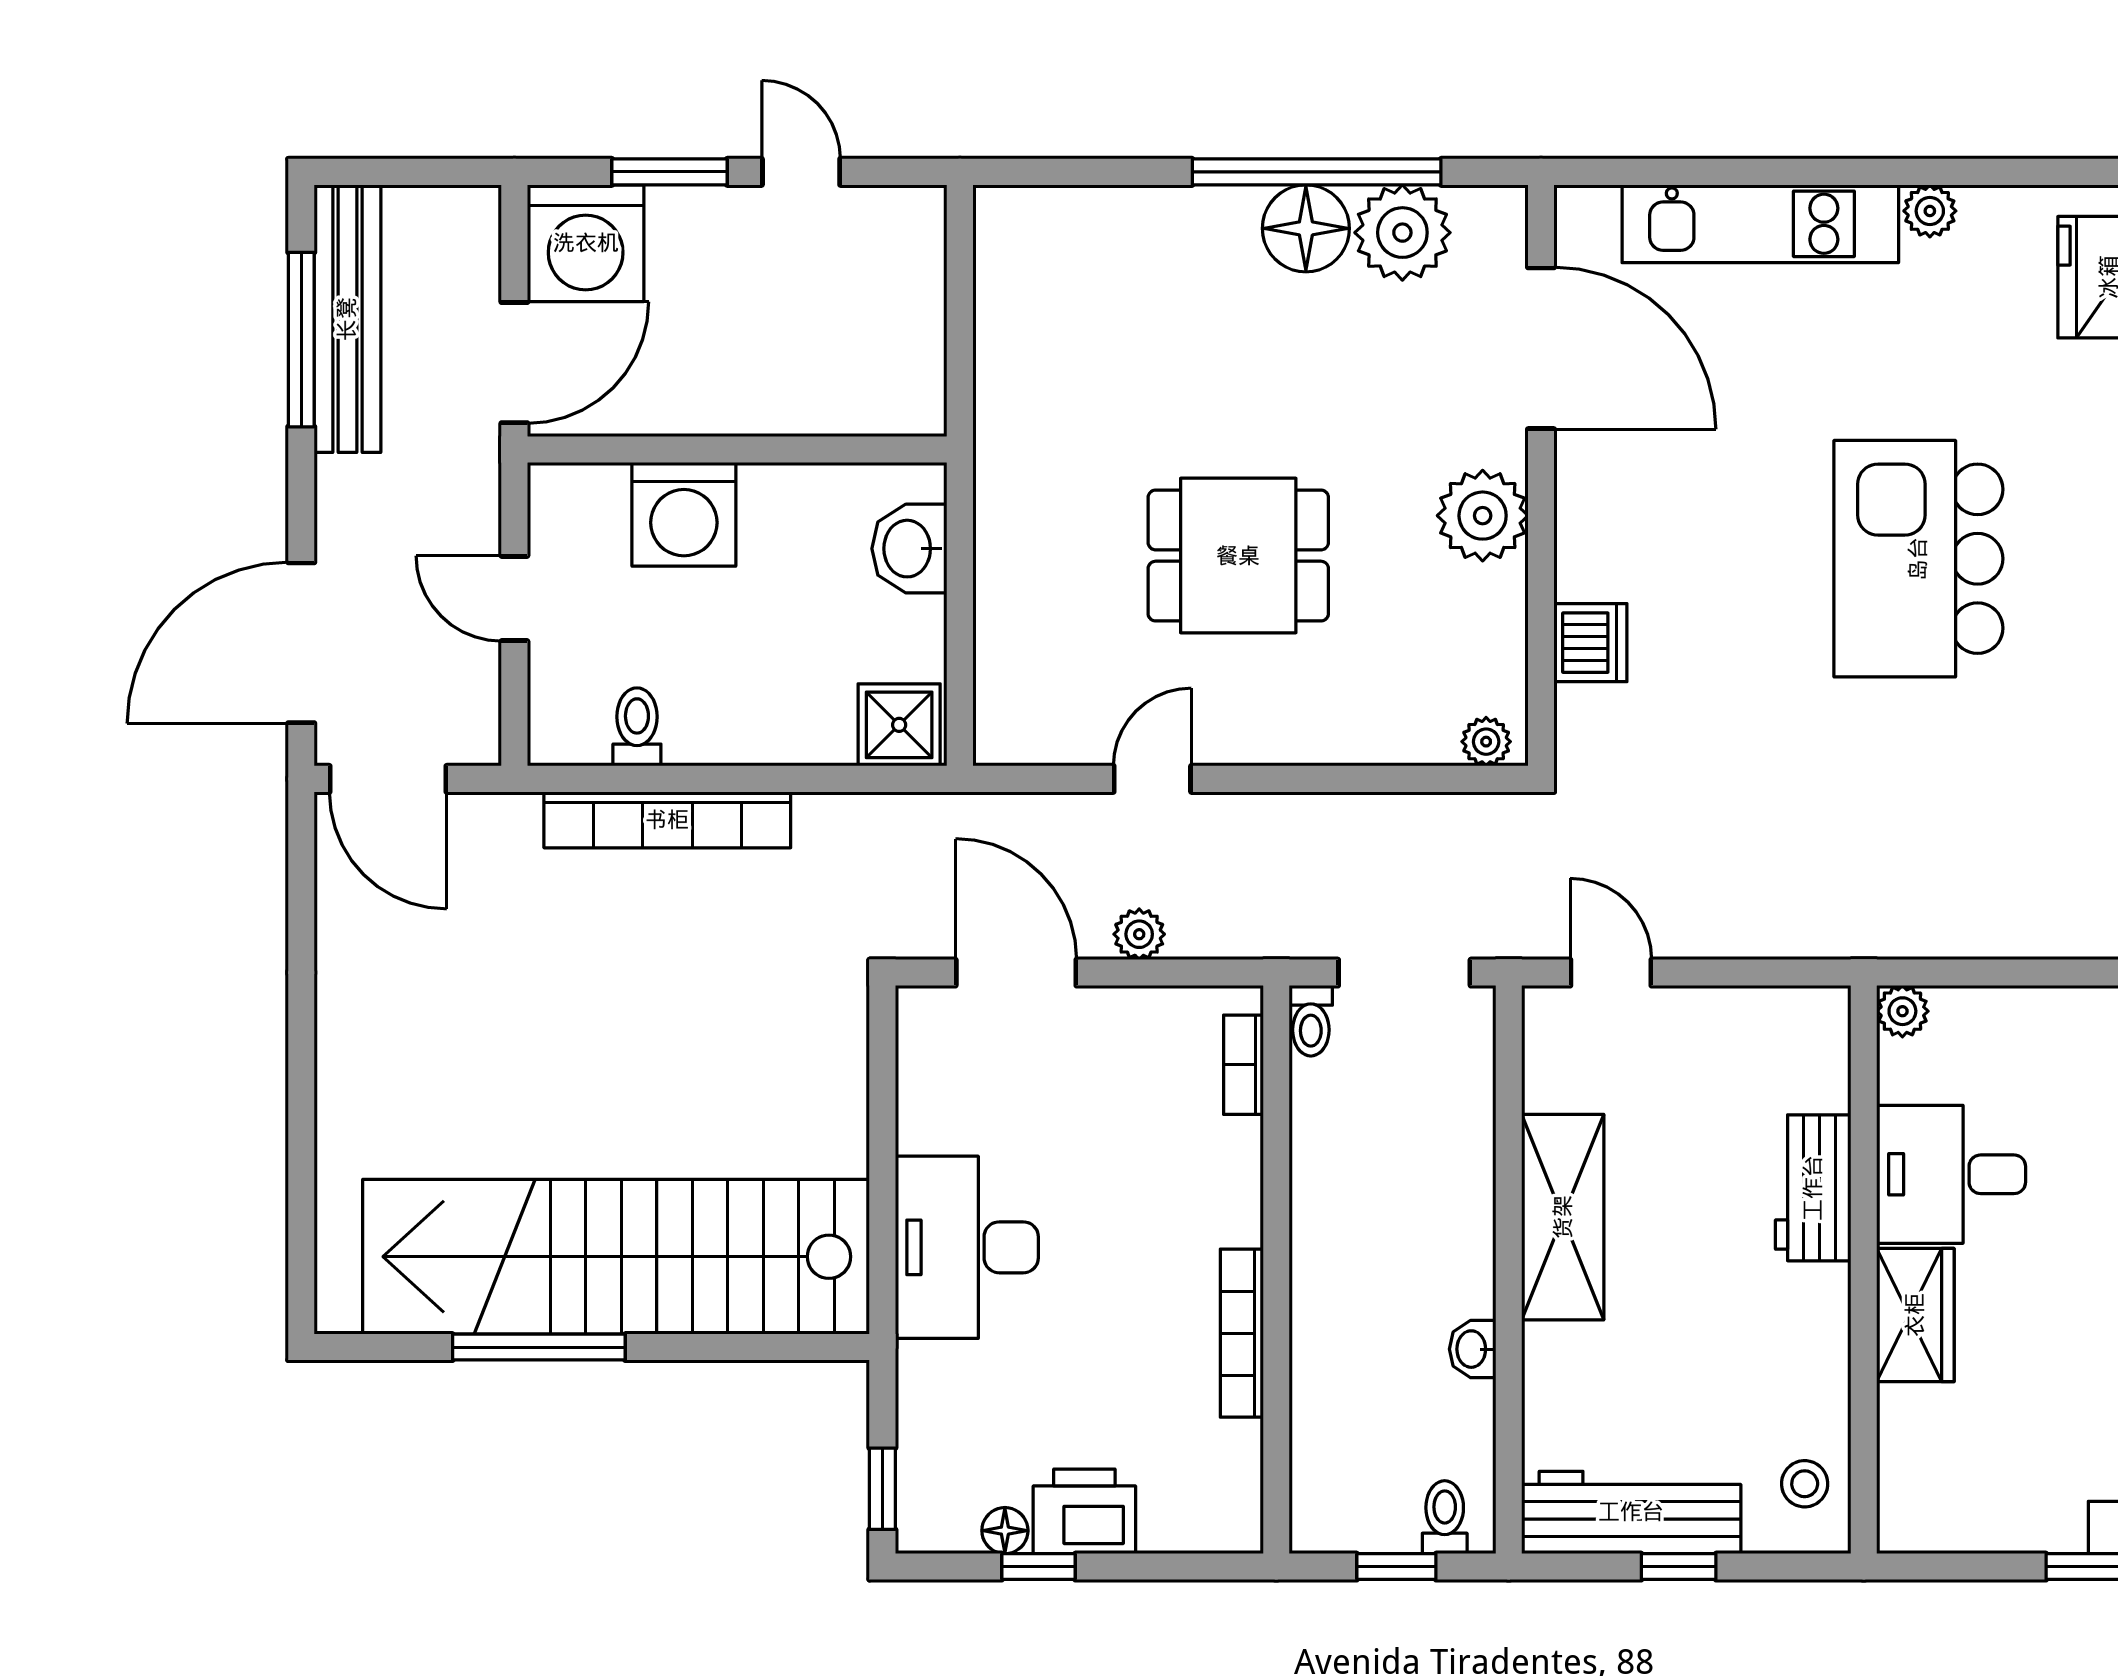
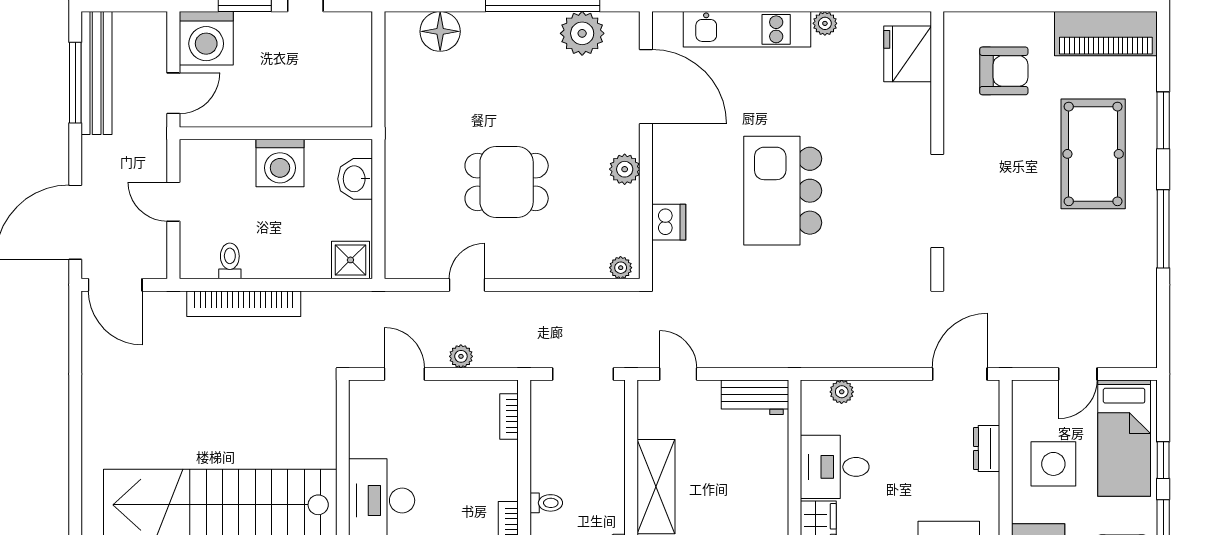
floor lamp: (1306, 228) -> (440, 31), moved
door: (514, 363) -> (173, 93), width x0.73
washing machine: (684, 514) -> (280, 163), moved
plant: (1483, 516) -> (625, 169), width x0.73, depth x0.73
kitchen island: (1918, 559) -> (783, 191), moved
door: (1016, 973) -> (404, 374), width x0.73
plant: (1902, 1011) -> (842, 392), moved
toilet: (1311, 1021) -> (546, 503), moved, turned -90
workbench: (1813, 1188) -> (755, 397), moved, turned -90

